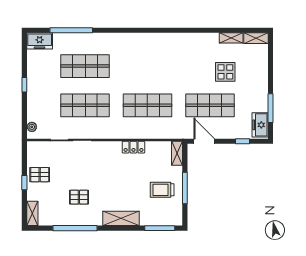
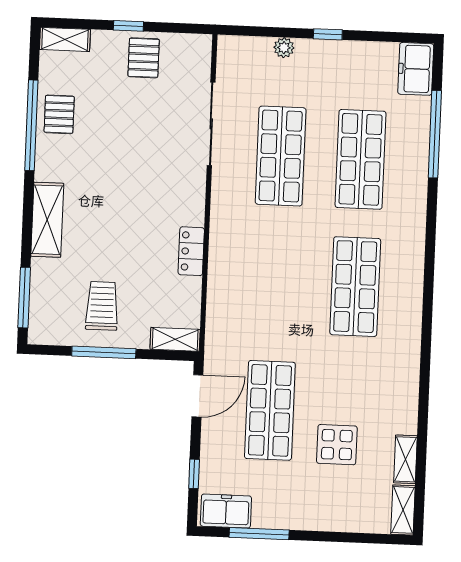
shop shelf: (147, 105) -> (355, 287), moved
plant: (32, 127) -> (284, 48), moved
pallet: (79, 197) -> (59, 114), moved

